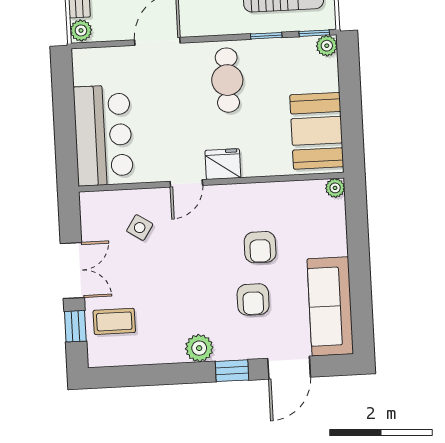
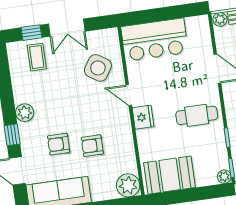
plant: (335, 188) -> (128, 185), width x1.88, depth x1.88
side table: (140, 228) -> (98, 68), width x1.87, depth x1.87

